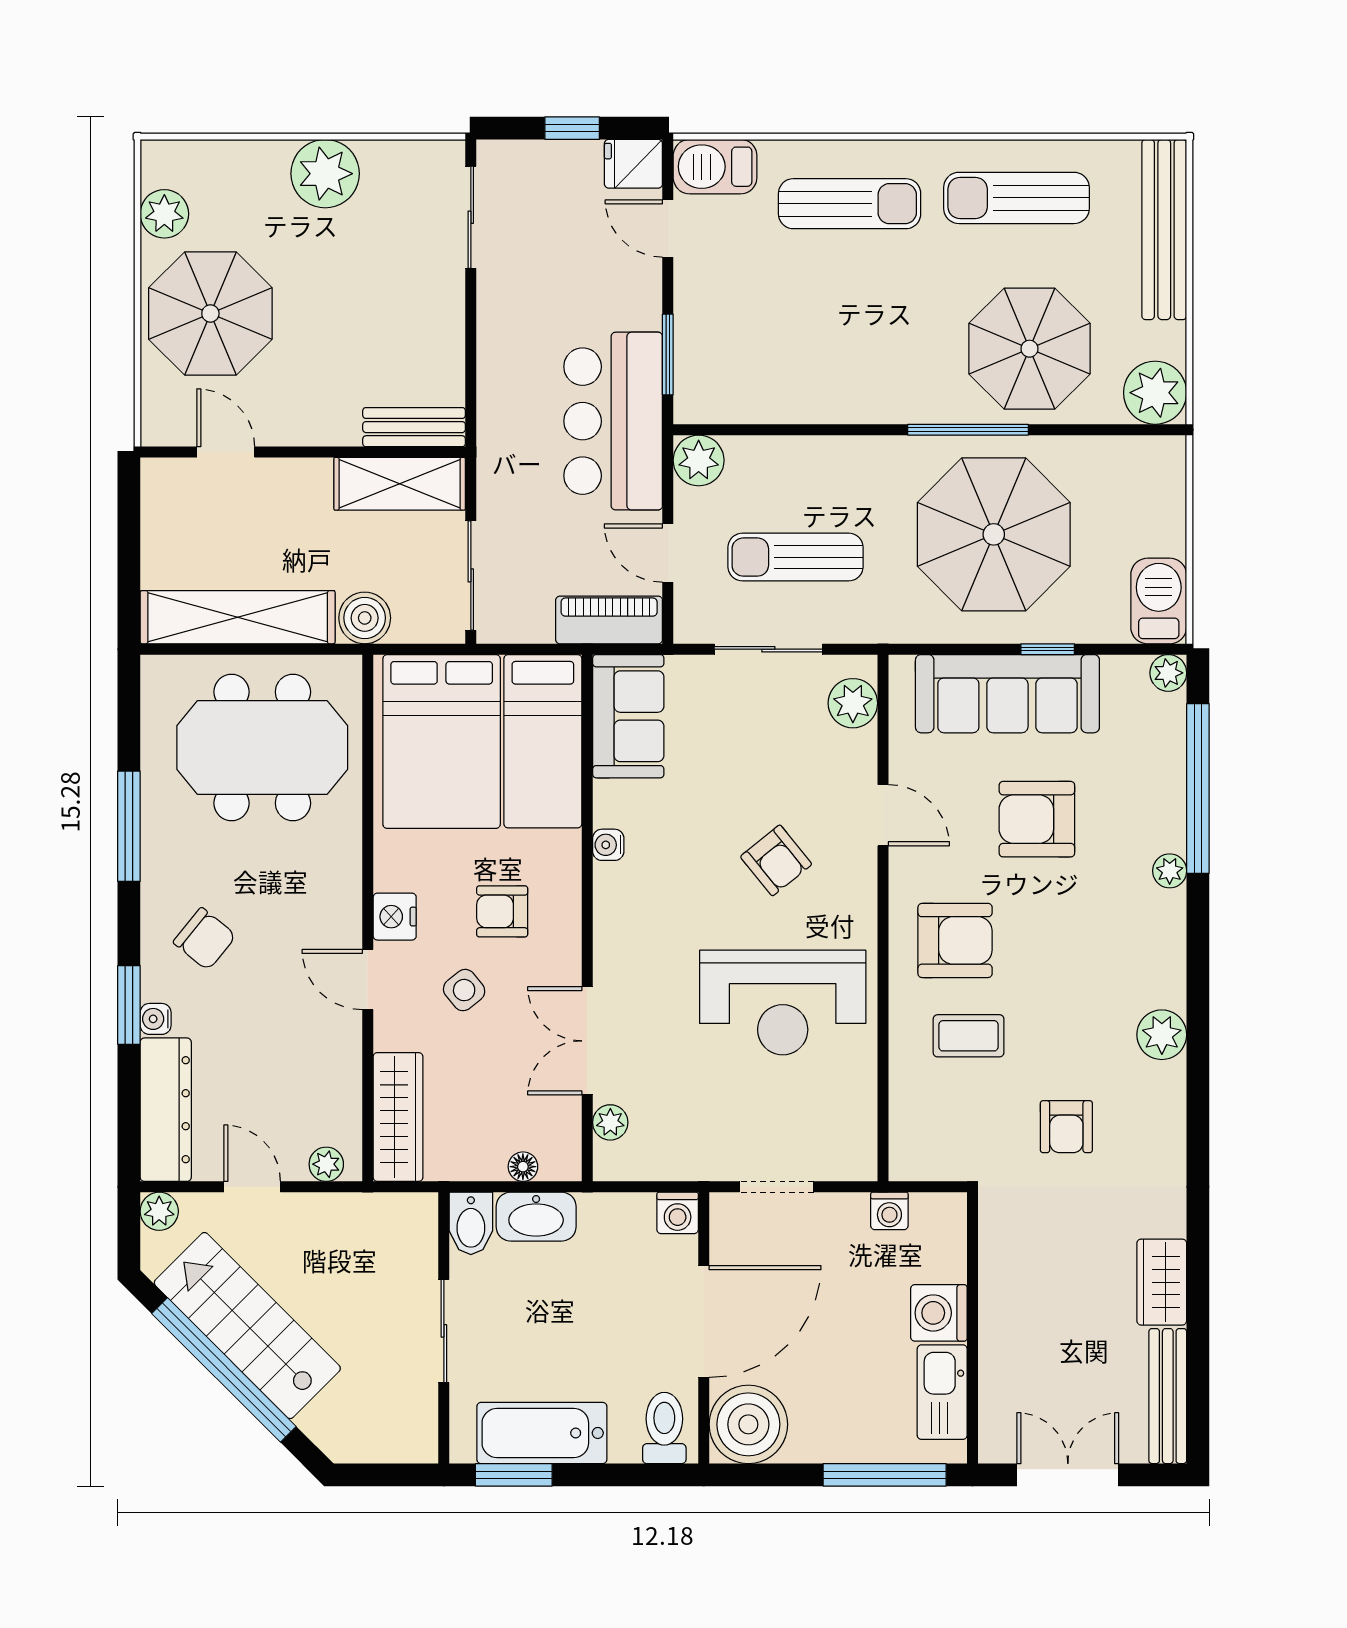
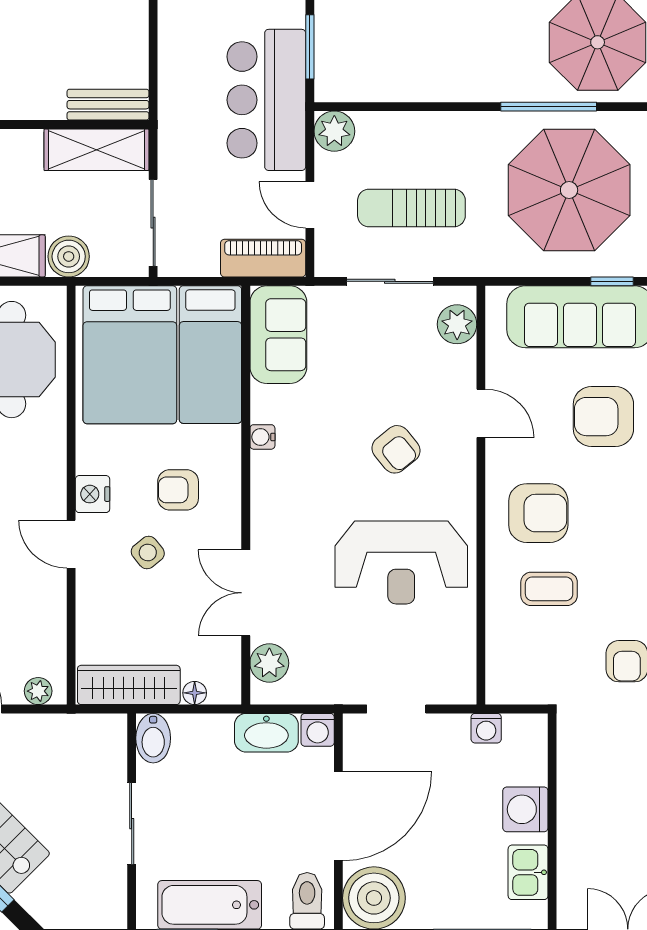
wardrobe: (398, 1117) -> (129, 685), moved, turned -90
plant: (610, 1122) -> (269, 663), width x1.38, depth x1.38
washbasin: (536, 1217) -> (266, 733), moved
kitchen sink: (942, 1392) -> (528, 872), width x0.73

